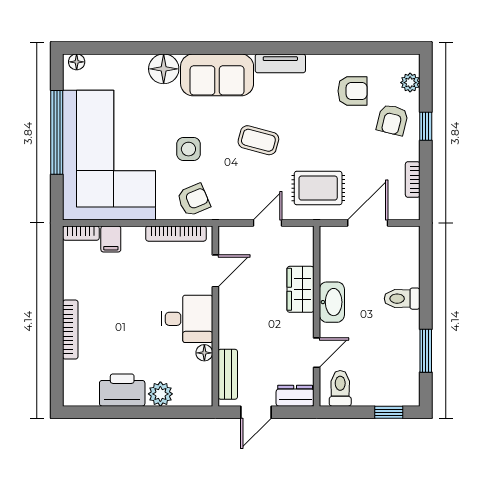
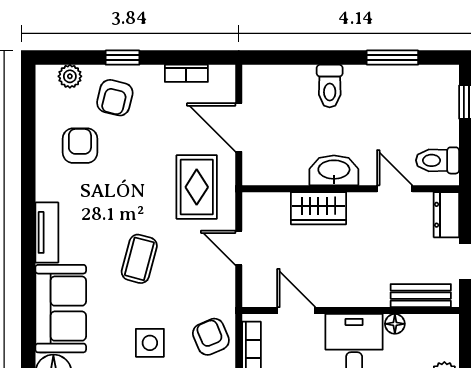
armchair: (392, 120) -> (115, 98), turned 90

